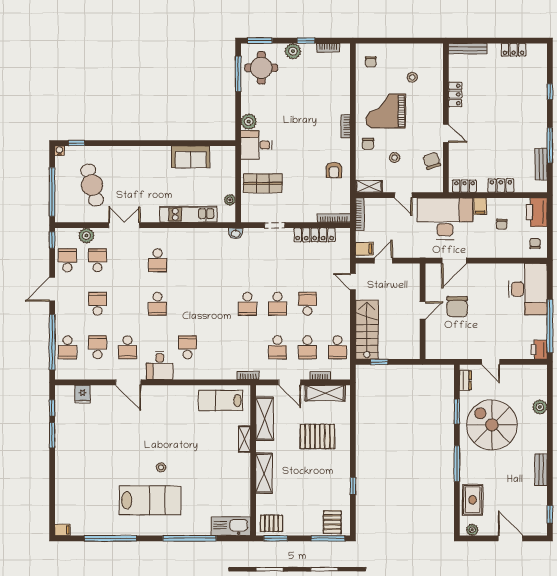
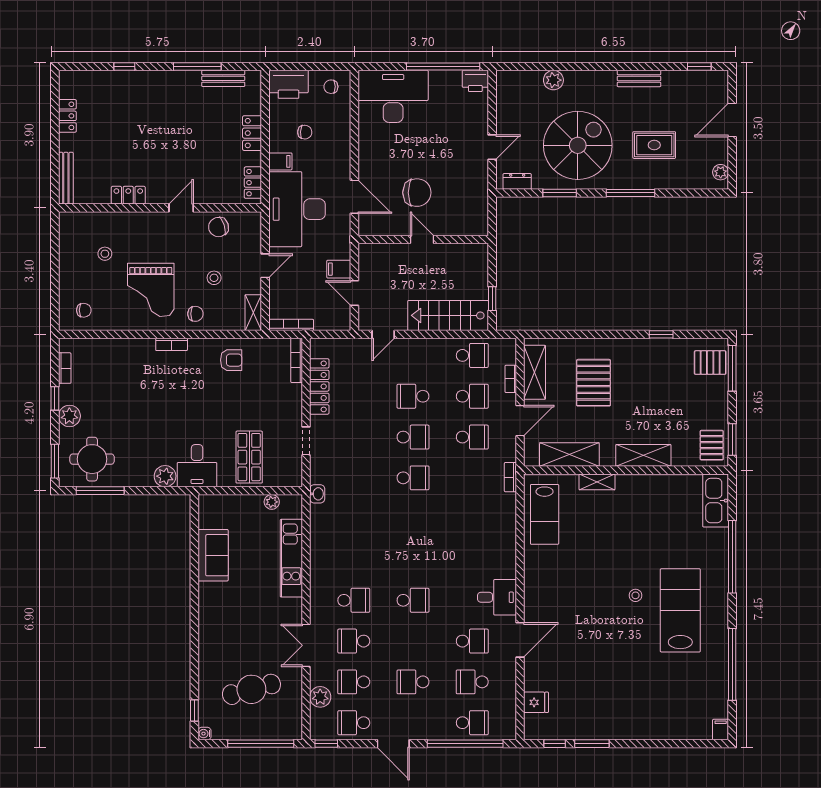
filing cabinet: (364, 249) -> (339, 269), moved, turned -90
school desk: (187, 347) -> (354, 641), moved
spiral stairs: (492, 425) -> (578, 145), turned 180
rug: (473, 500) -> (654, 145), moved

